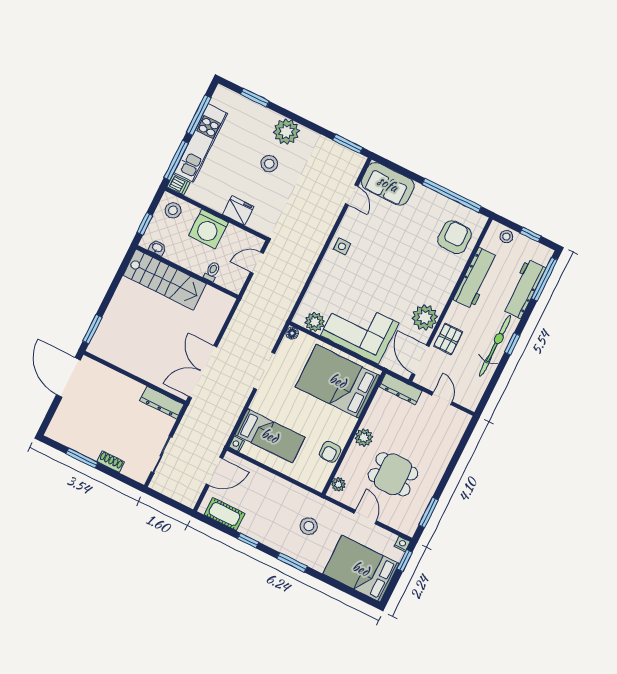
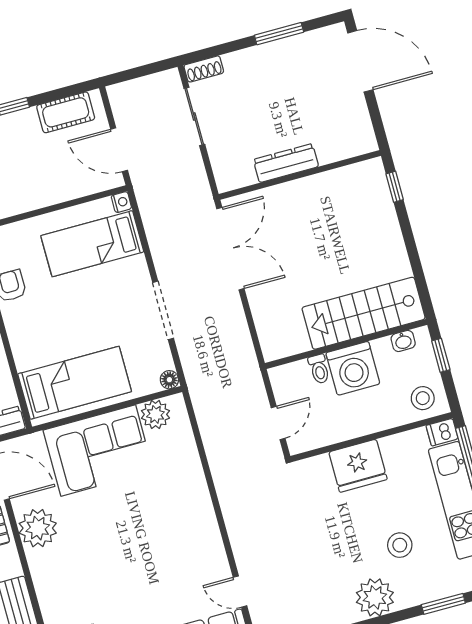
stool: (269, 164) -> (400, 545), moved
fridge: (238, 211) -> (358, 466), width x1.36, depth x1.34
washing machine: (208, 229) -> (353, 368), moved, turned 180
side table: (342, 246) -> (200, 525), removed
window: (92, 329) -> (395, 187), width x0.67
door: (68, 377) -> (360, 61), moved
bed: (338, 381) -> (75, 383), width x0.67
dresser: (162, 403) -> (286, 163), moved
shoe rack: (111, 462) -> (204, 69), moved
door: (214, 471) -> (119, 150), hinge flipped

